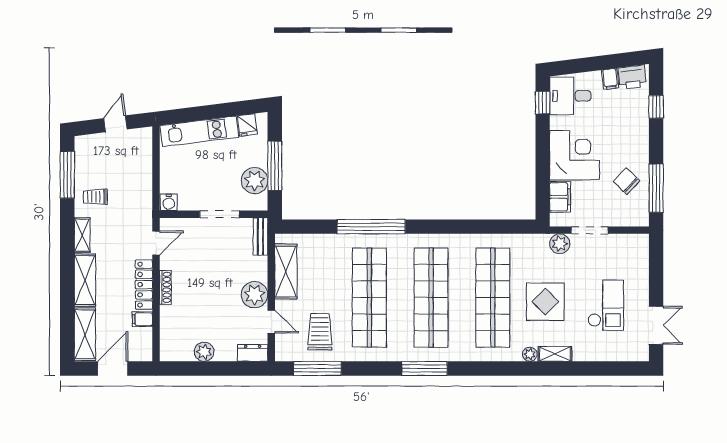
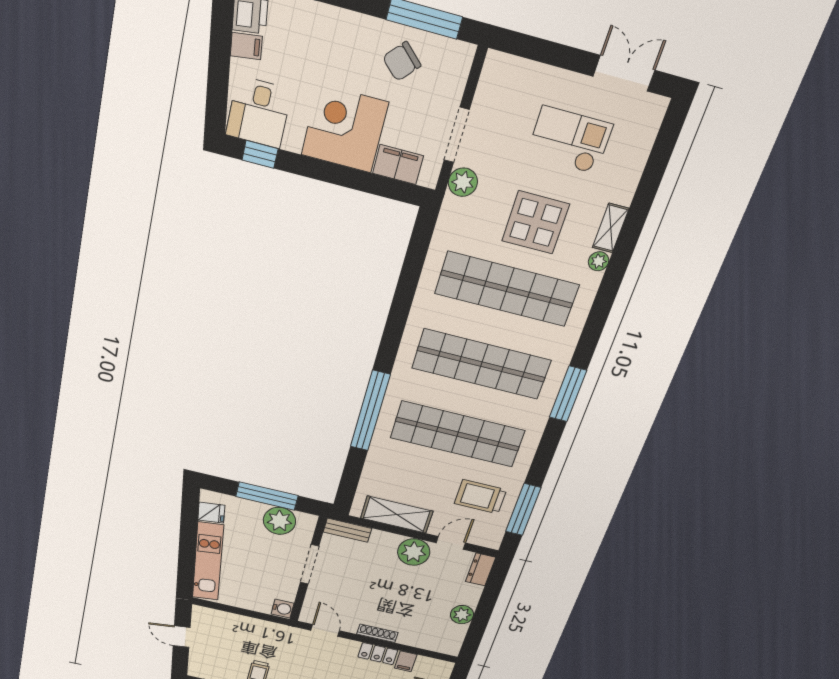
locker: (144, 285) -> (378, 654), width x0.66

